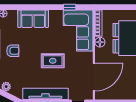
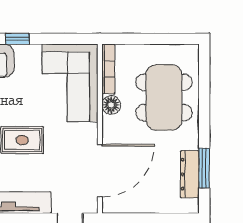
window: (70, 7) -> (17, 39), moved

